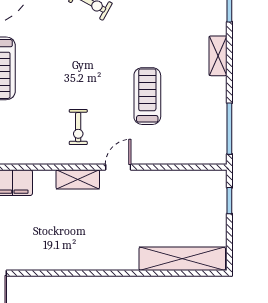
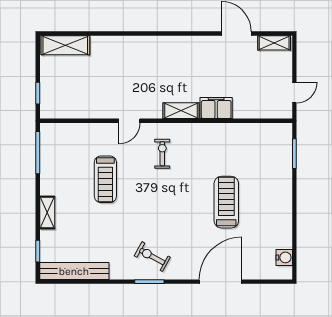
shelving: (78, 179) -> (181, 111), moved
shelving: (182, 259) -> (65, 45), width x0.68

